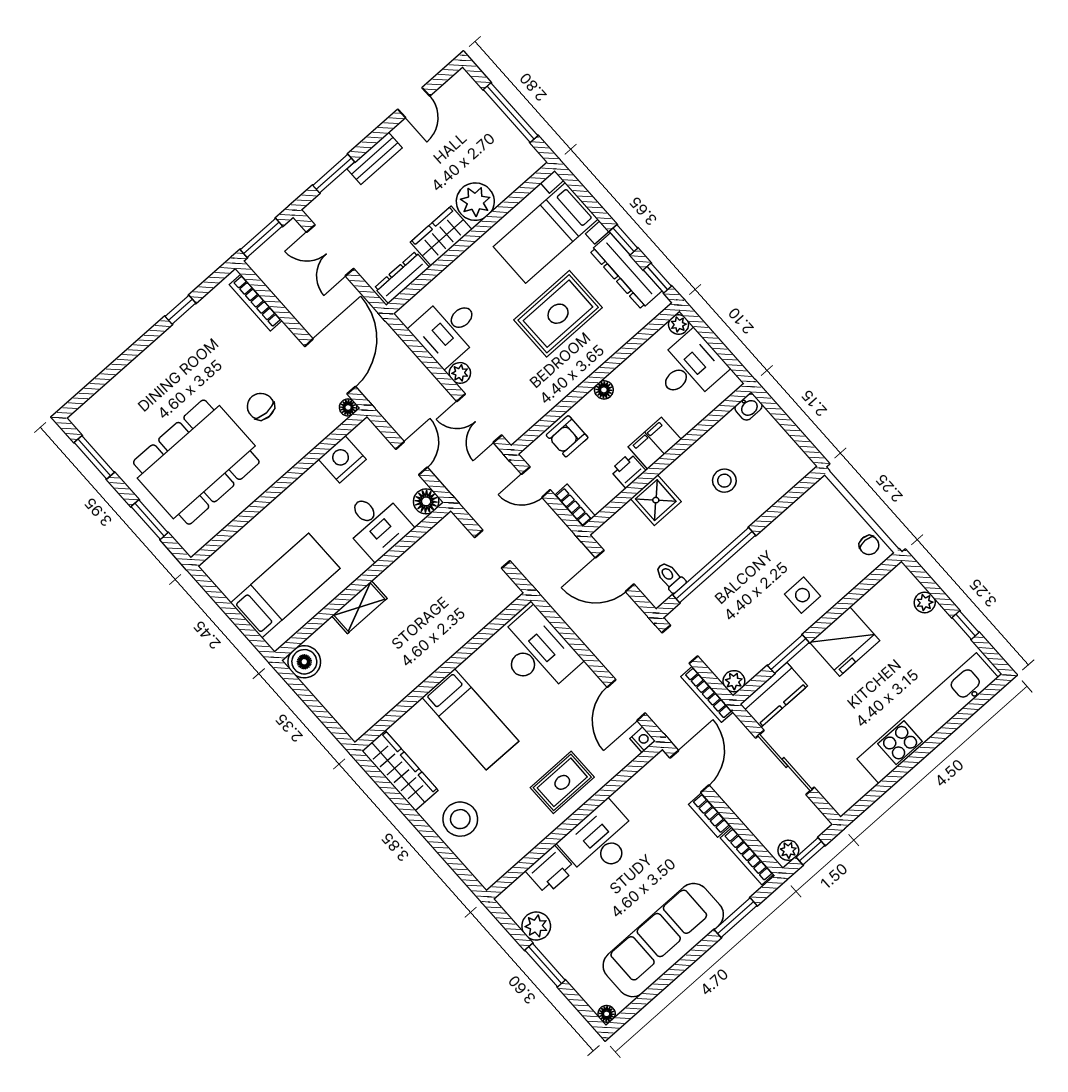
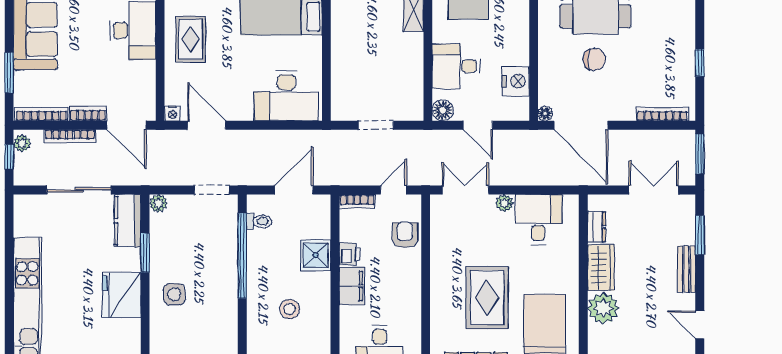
dresser: (402, 278) -> (597, 227), width x0.70
floor lamp: (604, 390) -> (414, 284), removed
bookcase: (707, 694) -> (70, 136), moved, turned 180

